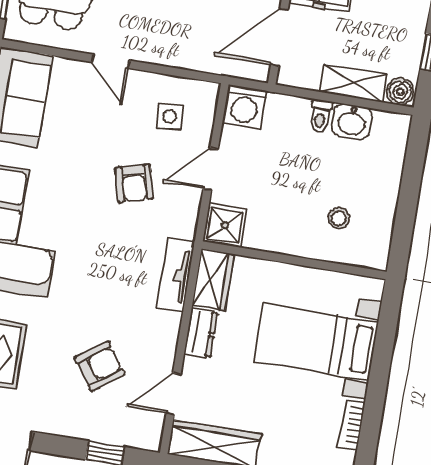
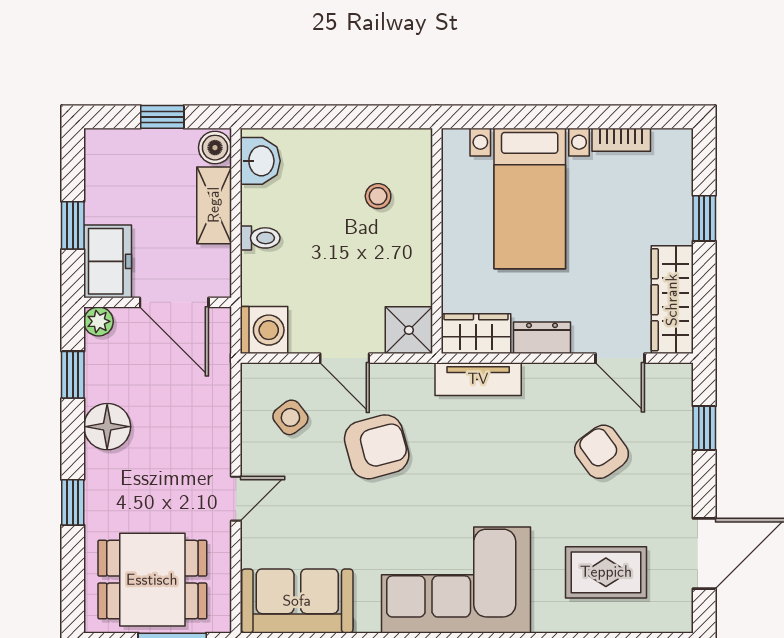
side table: (170, 117) -> (290, 417), turned -34
washbasin: (352, 122) -> (260, 161), moved
armchair: (134, 183) -> (377, 447), width x1.38, depth x1.38

